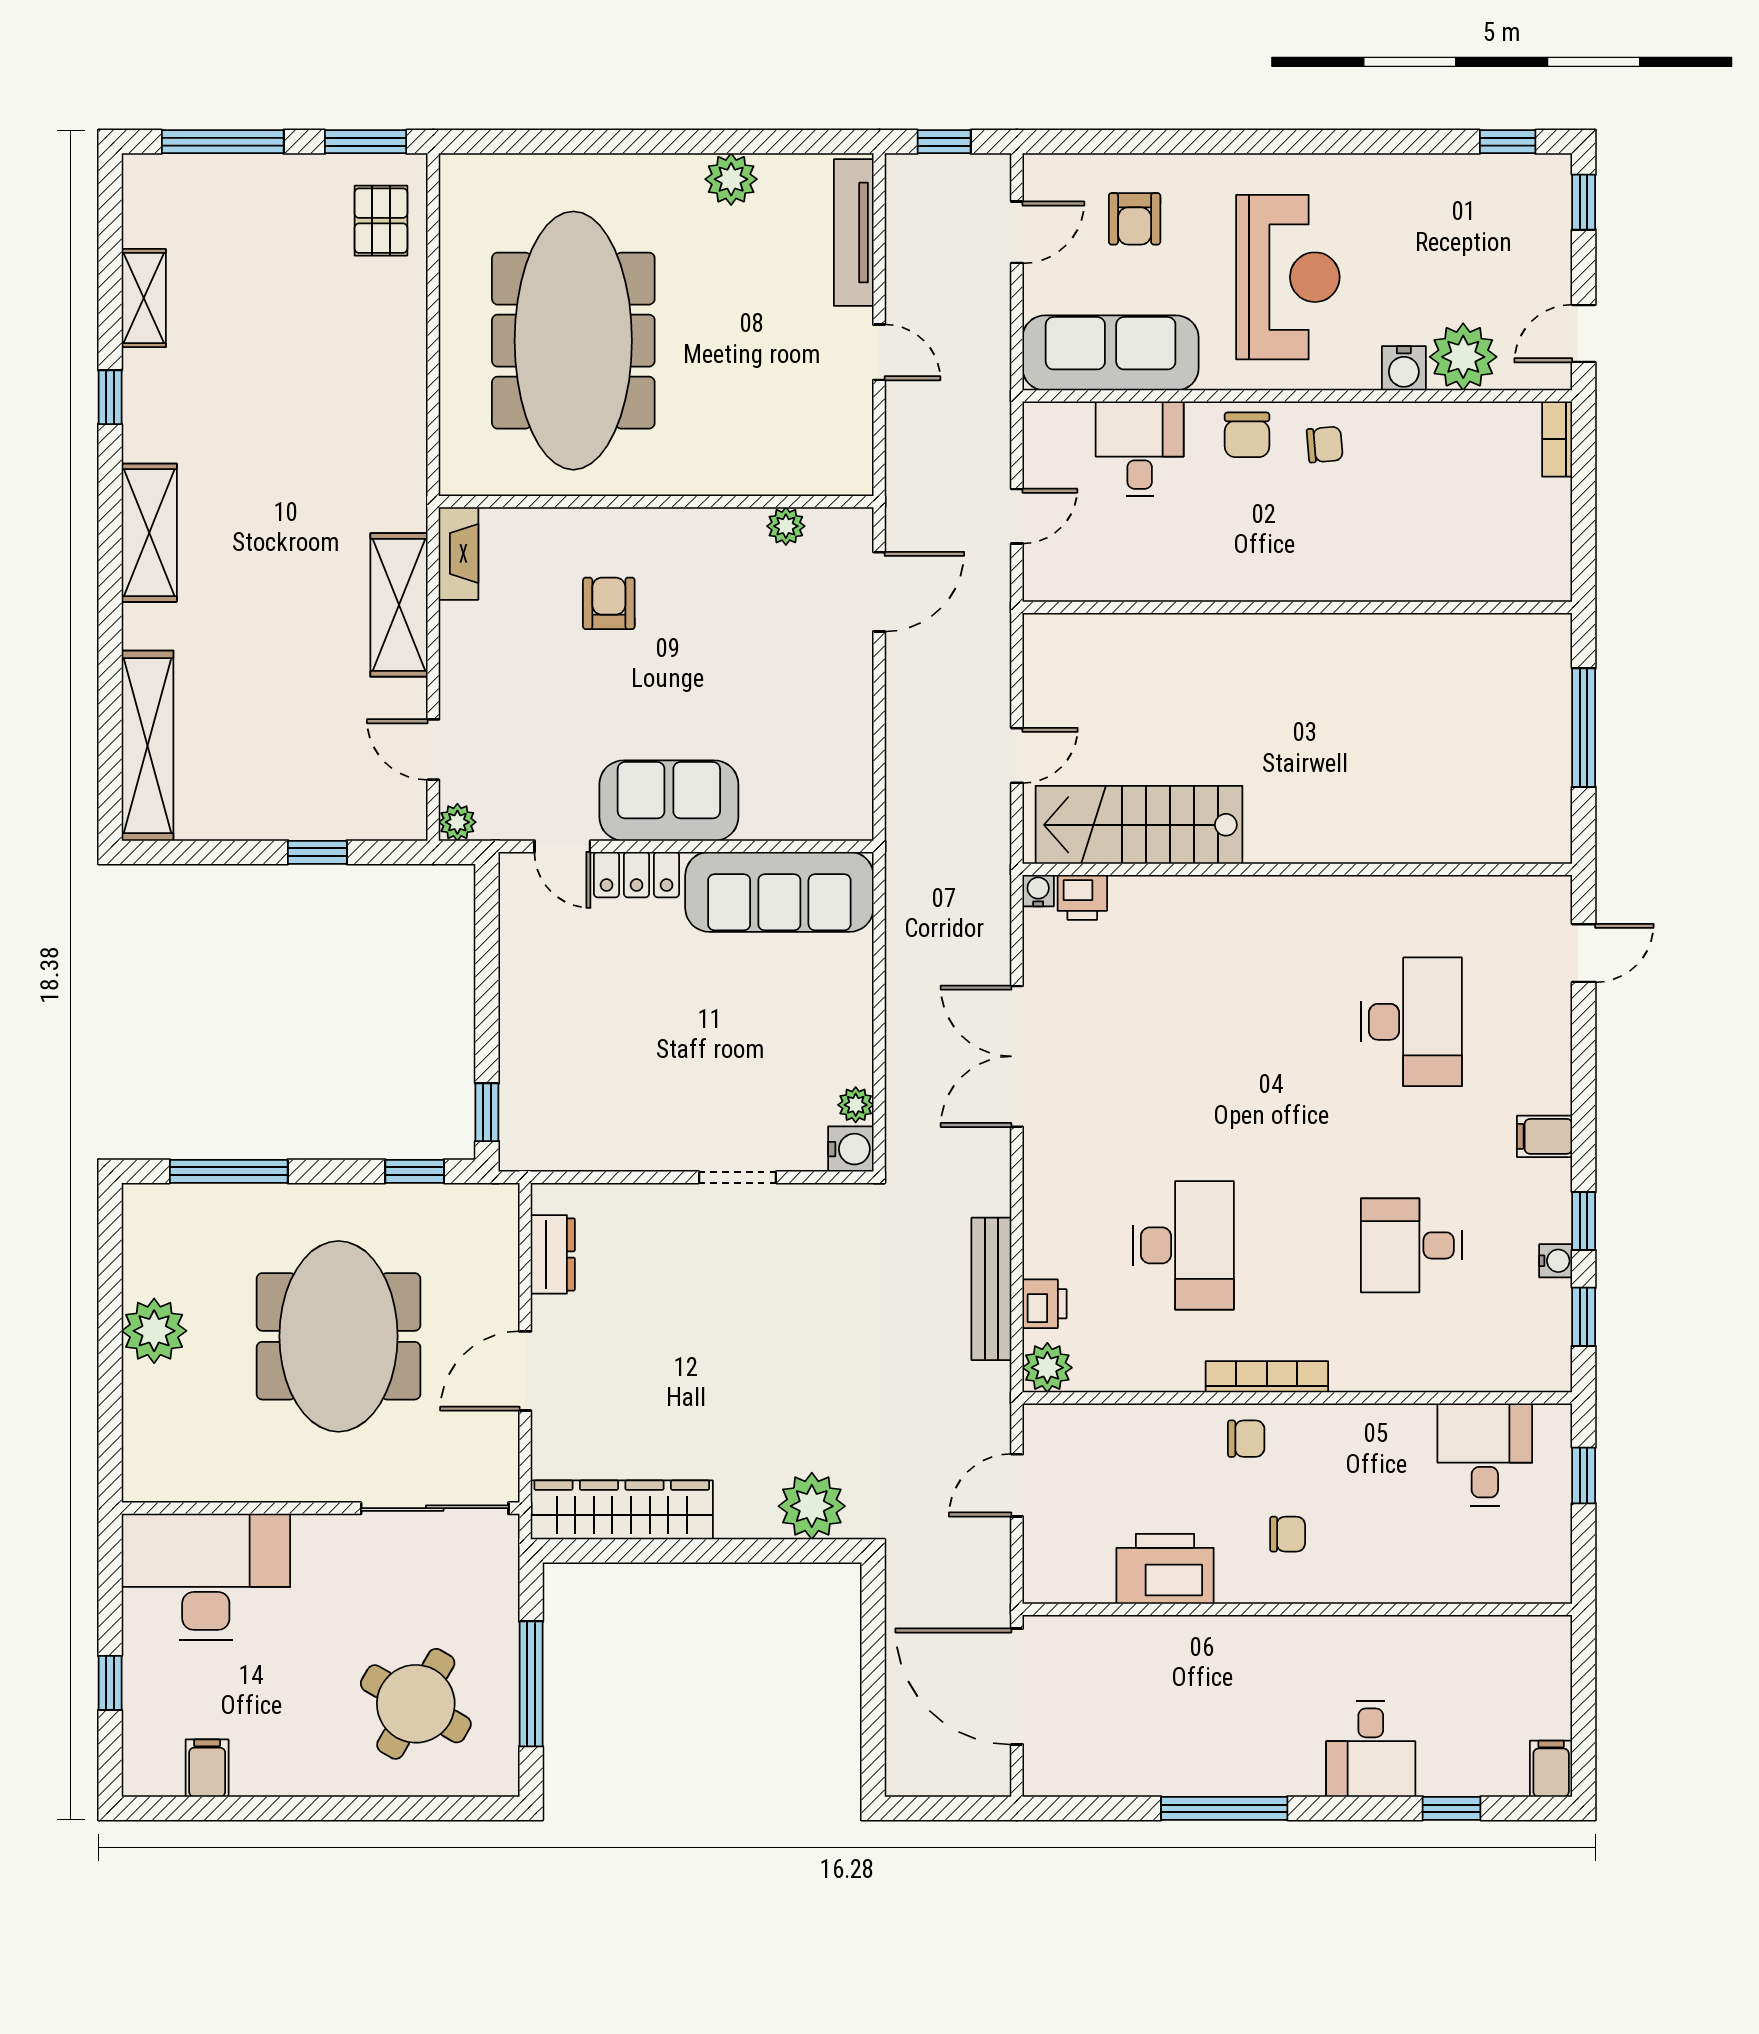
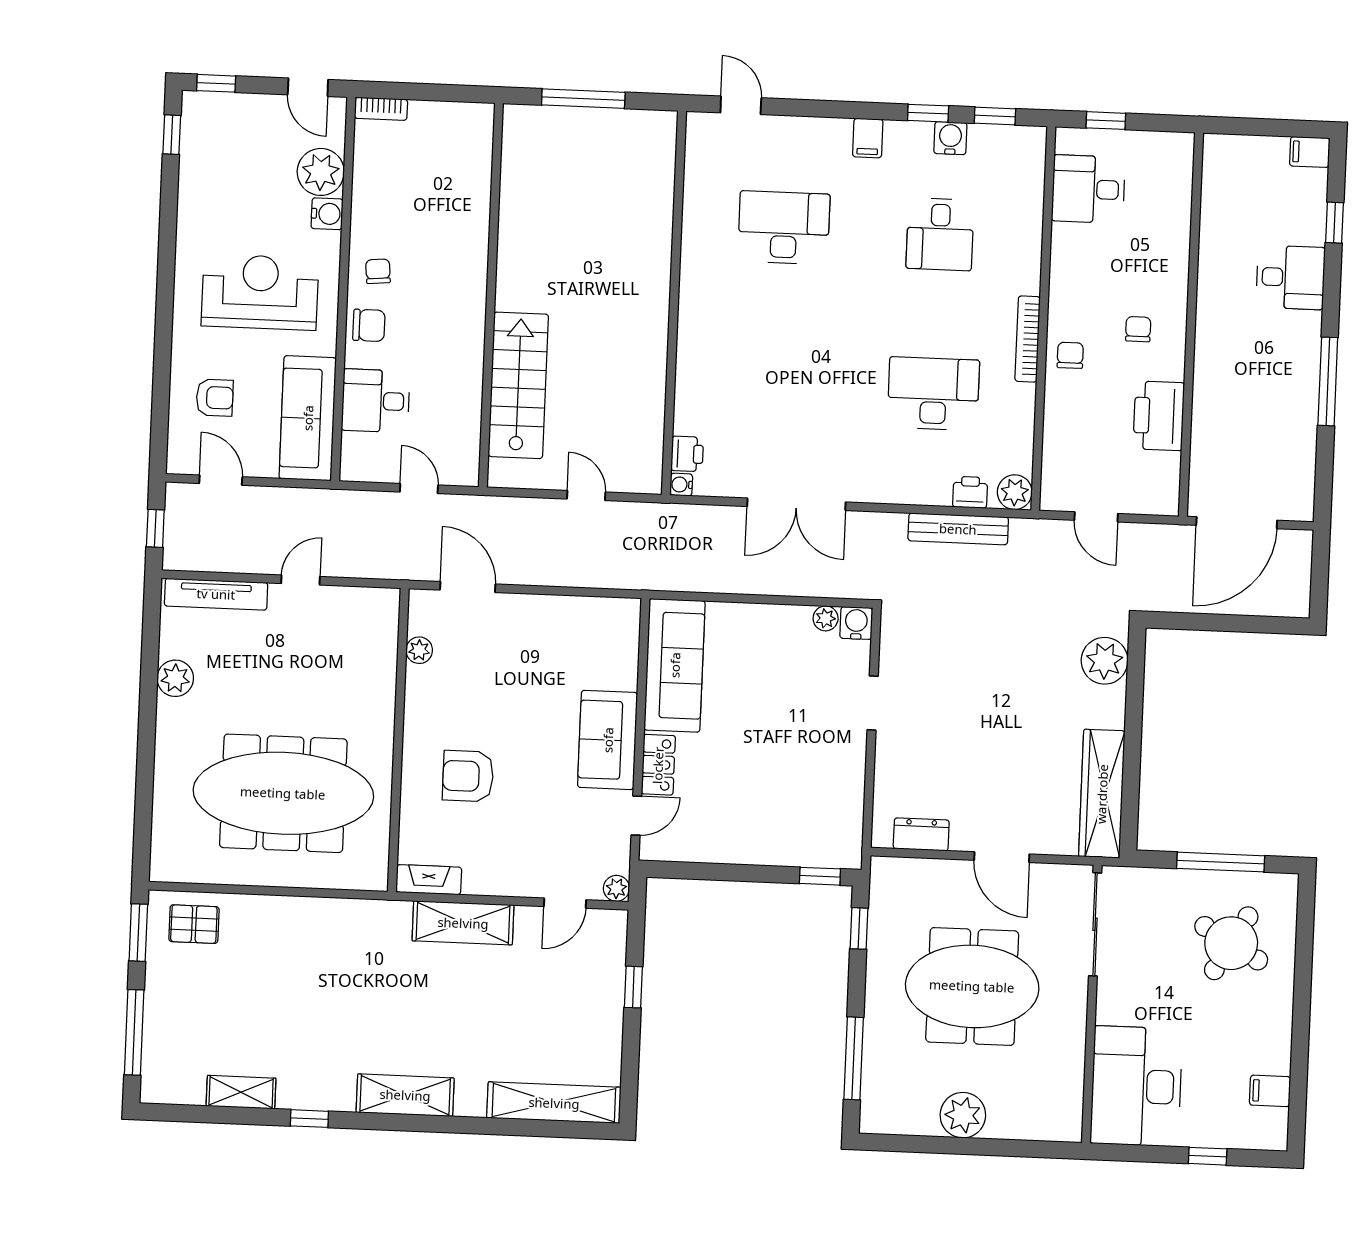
armchair: (609, 603) -> (468, 776), width x1.38, depth x1.38
stairs: (1139, 825) -> (518, 385), moved, turned 180
water cooler: (1556, 1261) -> (950, 138), width x1.38, depth x1.38

